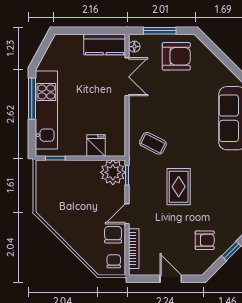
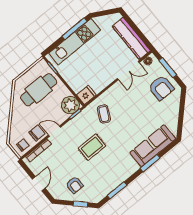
kitchen counter: (105, 44) -> (131, 38), width x1.50
fridge: (96, 145) -> (86, 95), moved
cafe table: (67, 194) -> (39, 90), added

